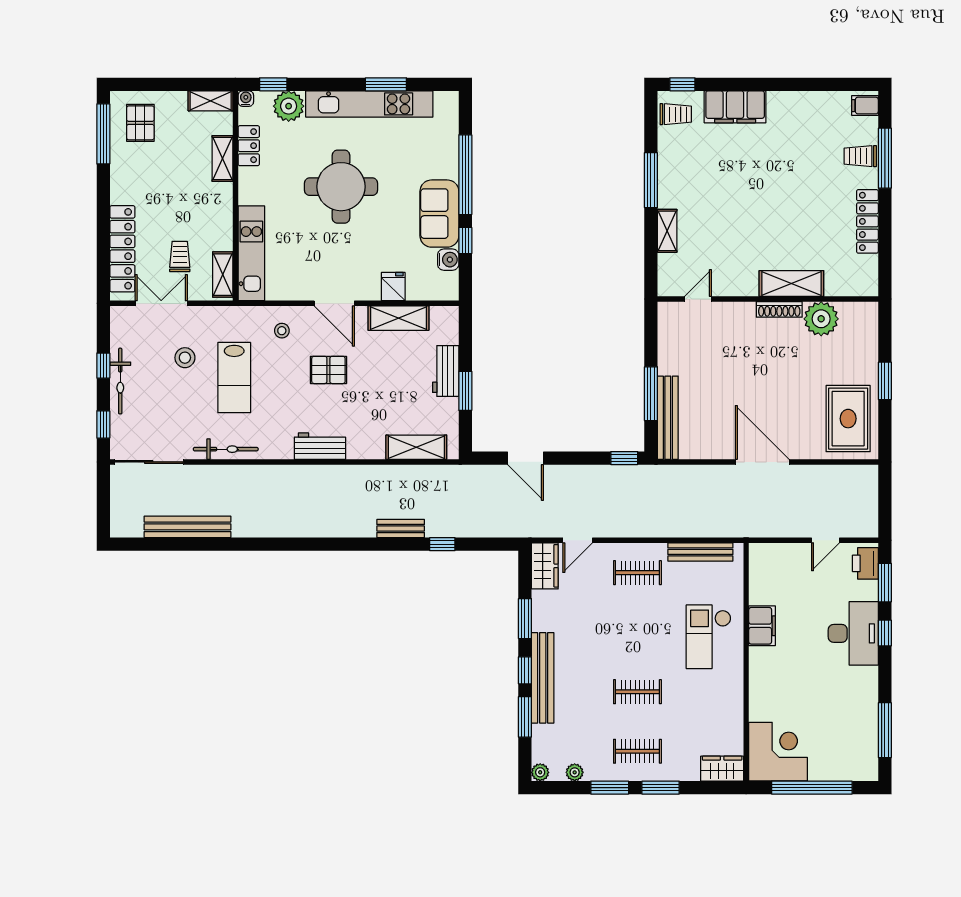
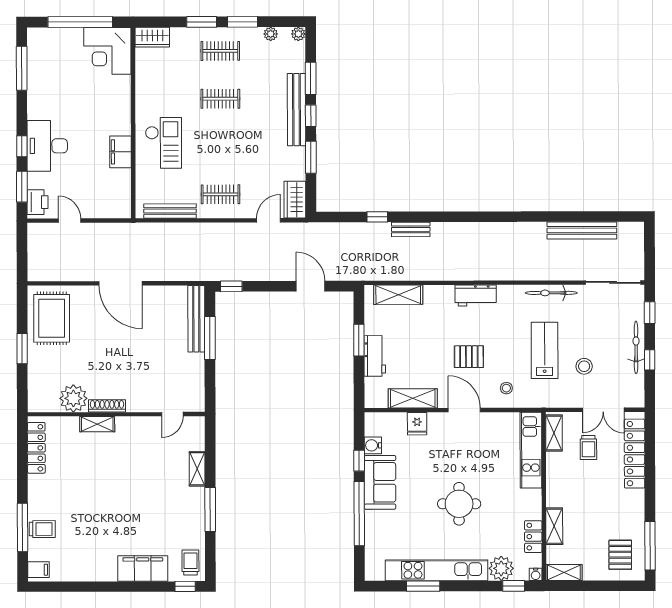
trolley: (676, 114) -> (190, 562), turned 90
round table: (341, 187) -> (459, 504), width x0.73, depth x0.73
locker: (867, 221) -> (36, 448), moved
shelving: (791, 283) -> (97, 424), width x0.67, depth x0.75
door: (825, 540) -> (70, 221), hinge flipped

